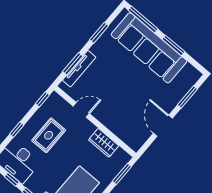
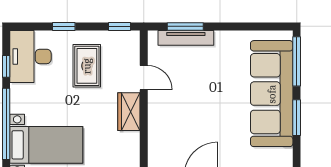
window: (99, 33) -> (242, 26), removed
rug: (49, 135) -> (87, 66), turned 90
wardrobe: (104, 143) -> (129, 112), moved

